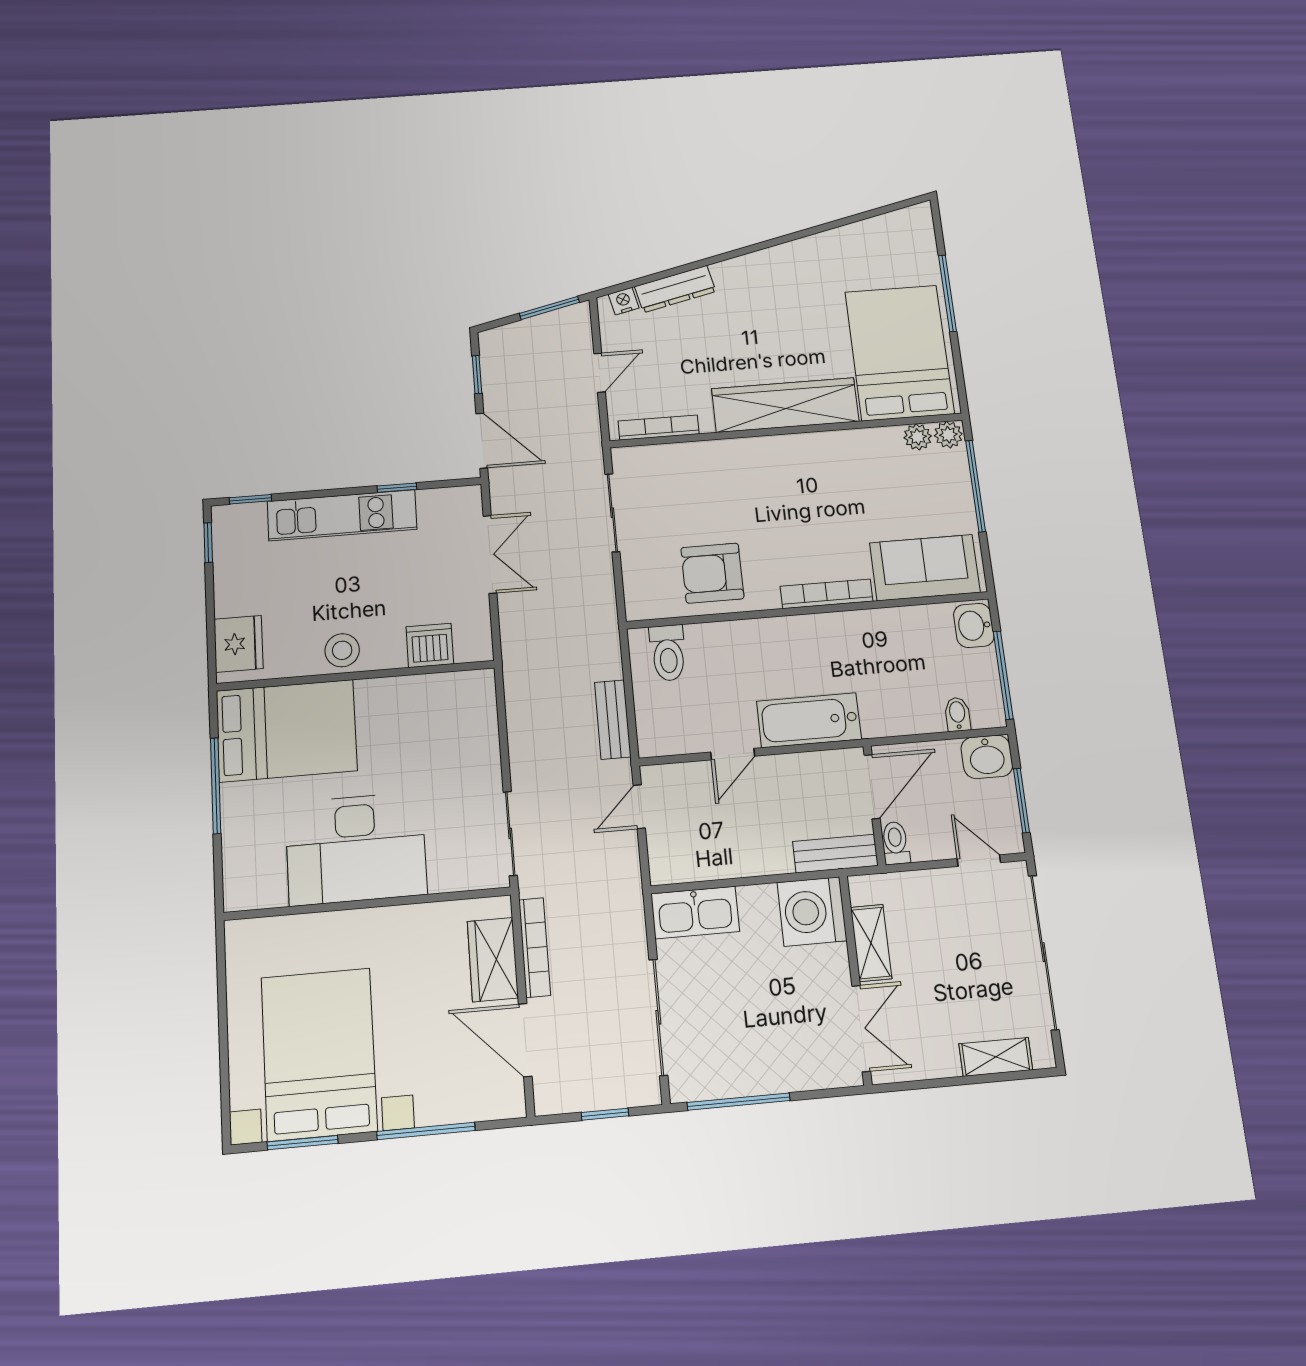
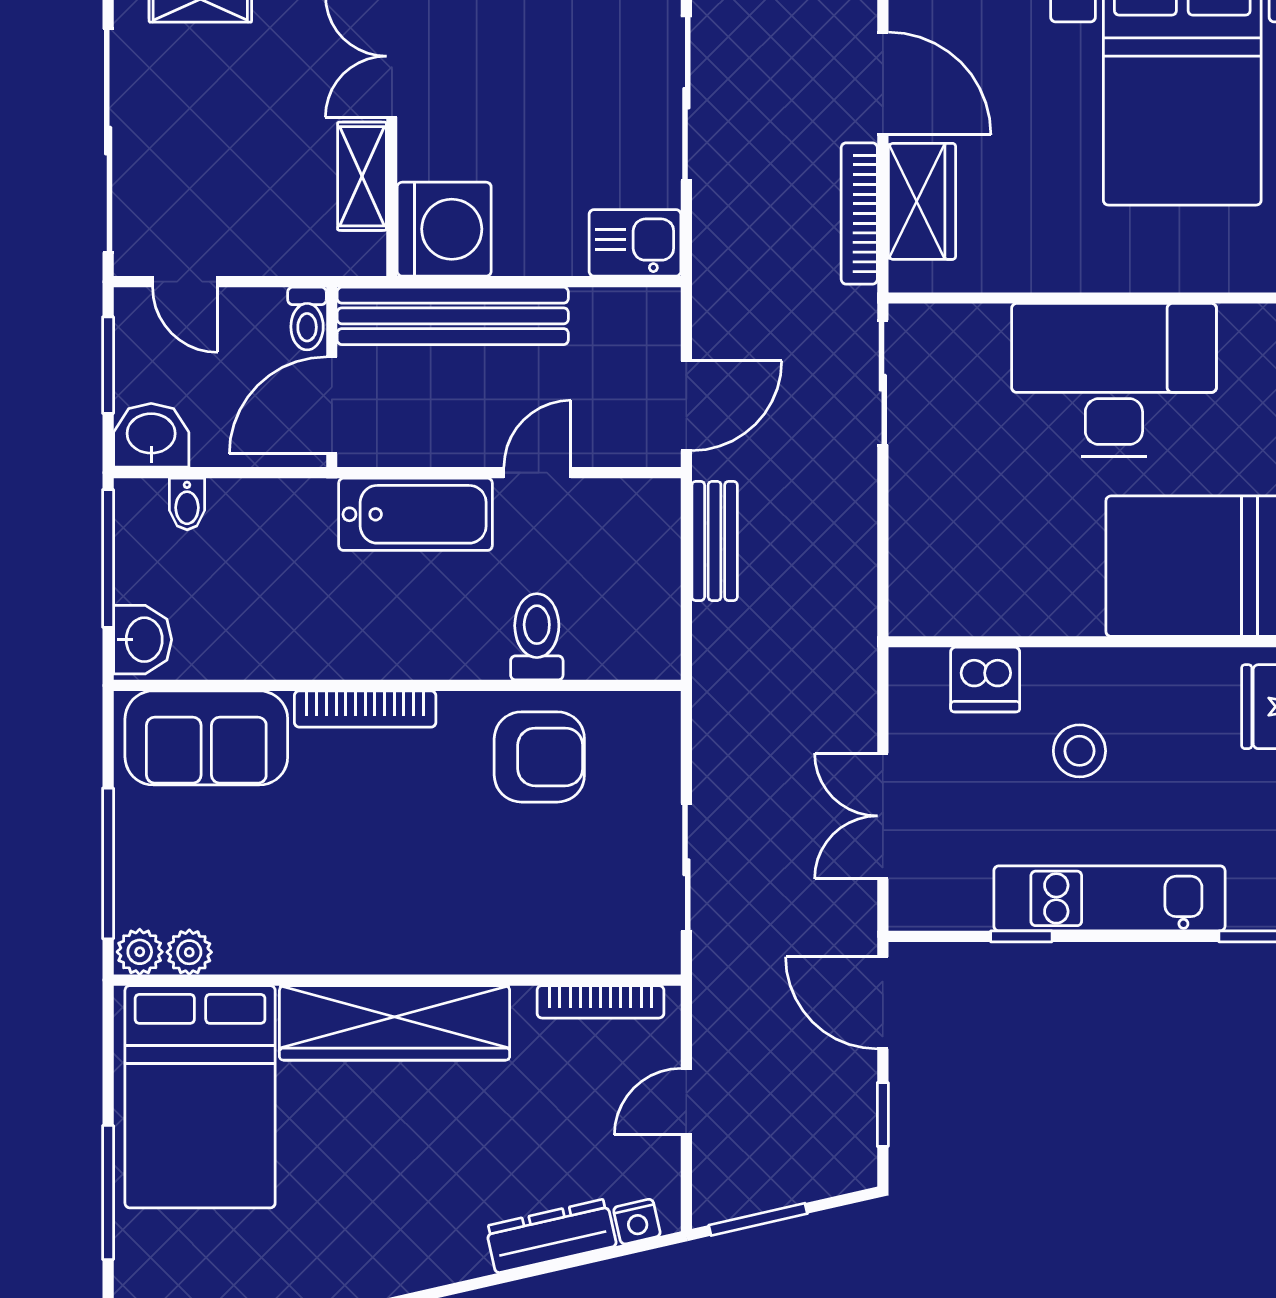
stool: (342, 650) -> (1079, 751), moved
toilet: (668, 653) -> (537, 637), moved
door: (639, 807) -> (686, 406), width x1.38
bench: (835, 854) -> (453, 316), width x1.86, depth x1.21
kitchen sink: (695, 913) -> (635, 243), width x0.73

